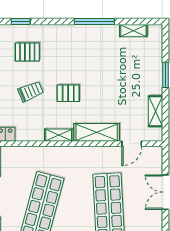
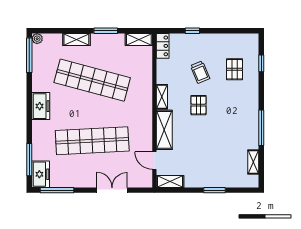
shelving: (156, 111) -> (170, 181), moved

